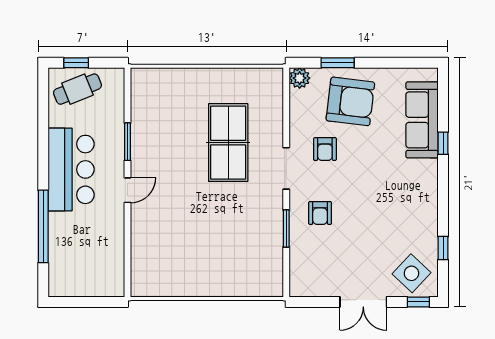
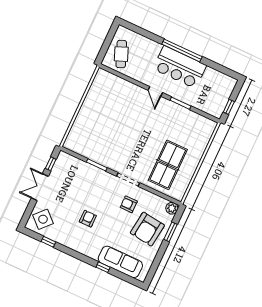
window: (76, 63) -> (229, 107), moved
cafe table: (77, 89) -> (121, 54), moved
table tennis table: (228, 143) -> (168, 165), moved, turned 90
armchair: (320, 213) -> (88, 219), moved, turned 90
window: (43, 226) -> (182, 50), moved
window: (418, 302) -> (51, 164), moved

